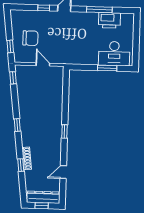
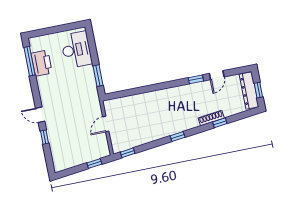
window: (99, 10) -> (30, 61), moved
chair: (30, 38) -> (81, 144), removed
window: (107, 68) -> (98, 76), moved
window: (64, 131) -> (196, 79), moved
door: (63, 172) -> (217, 75), hinge flipped

